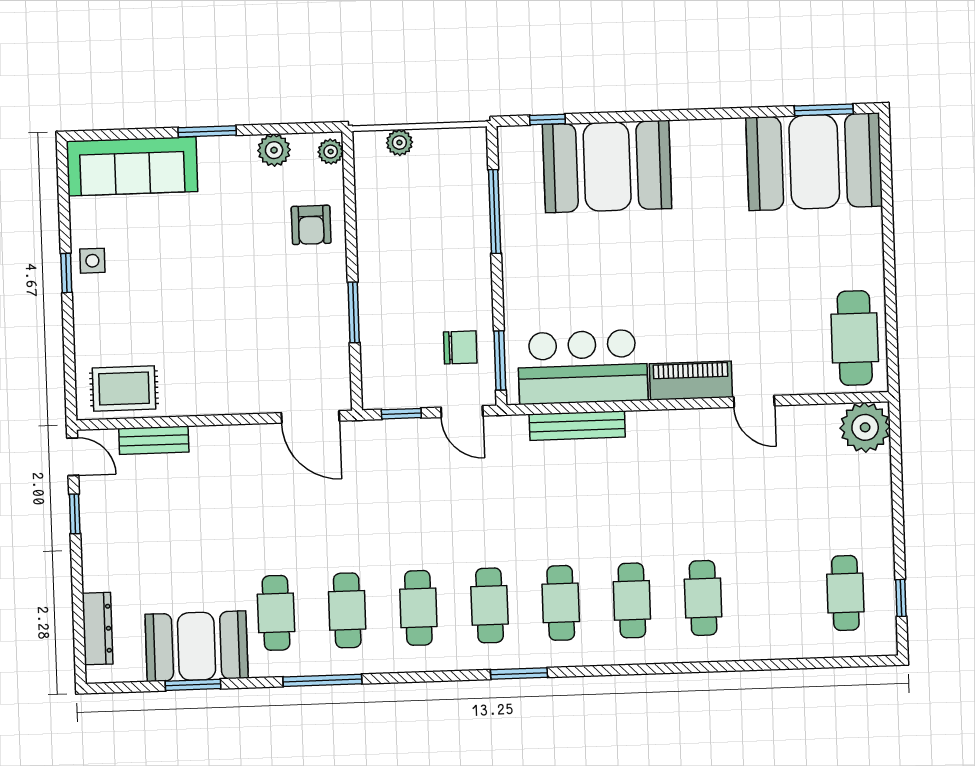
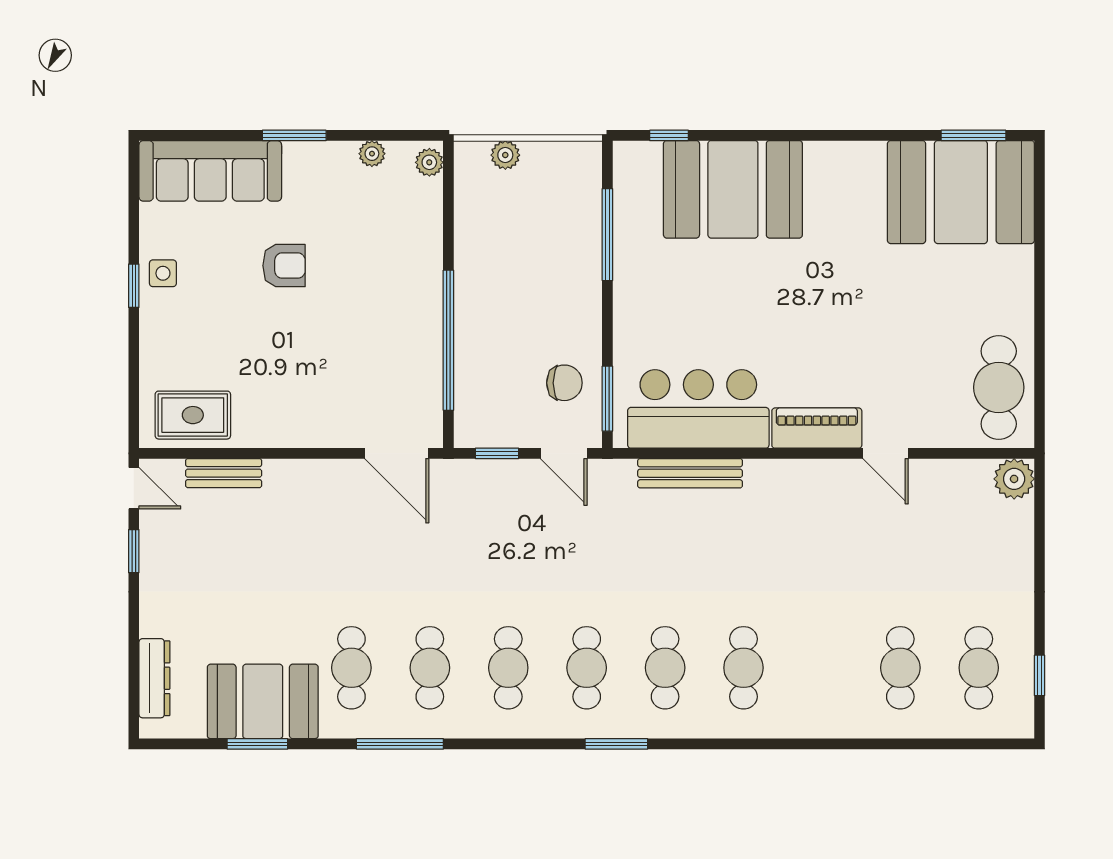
plant: (274, 150) -> (372, 154), width x0.73, depth x0.73
armchair: (311, 225) -> (284, 266), moved, turned -90
window: (354, 312) -> (448, 340), width x2.11
plant: (865, 427) -> (1014, 479), width x0.73, depth x0.73
cafe table: (703, 598) -> (900, 668), moved

